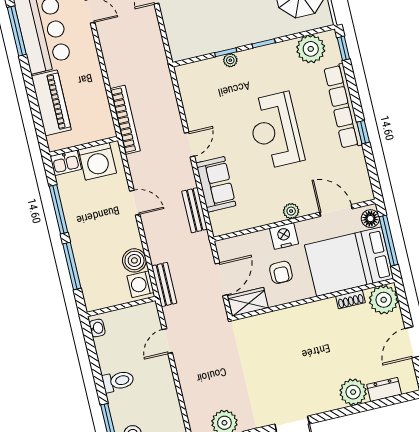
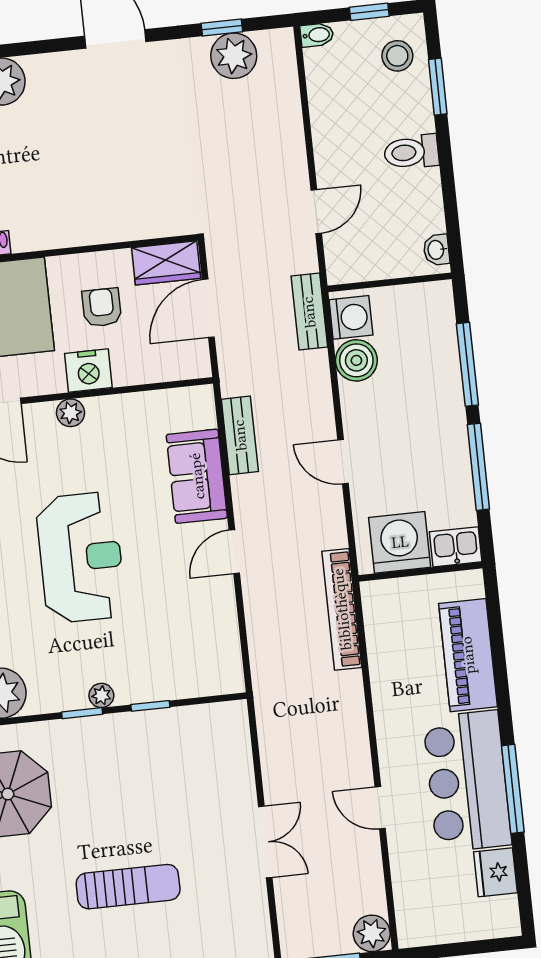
plant: (230, 60) -> (101, 695), moved

